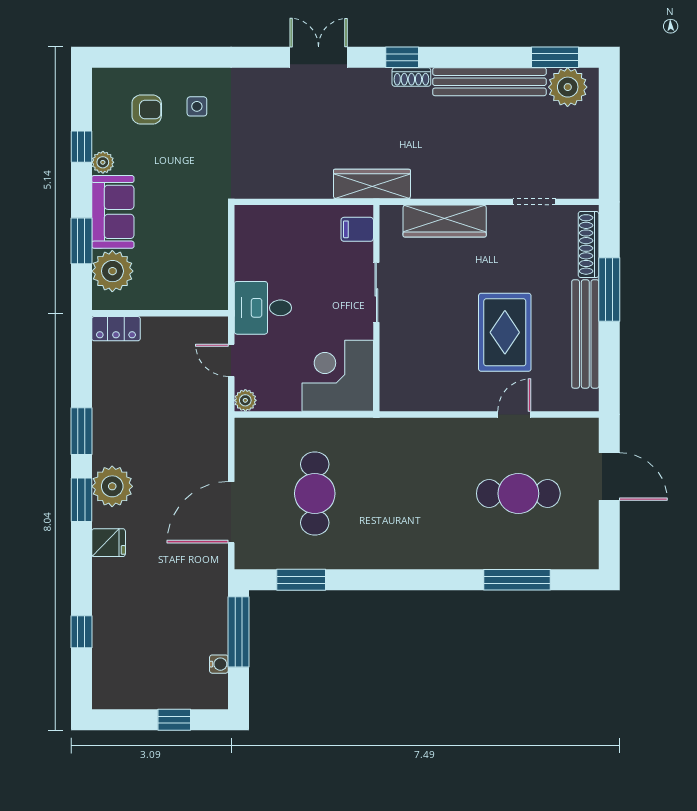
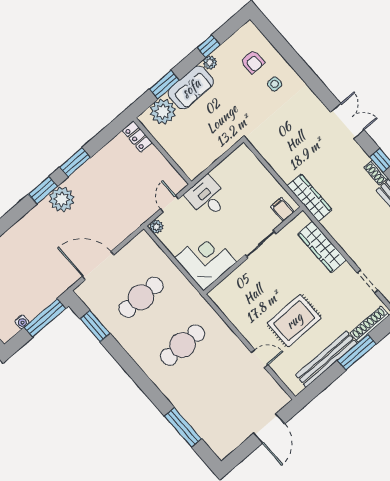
cafe table: (518, 493) -> (183, 345), moved, turned 90
fridge: (109, 543) -> (34, 220), removed

